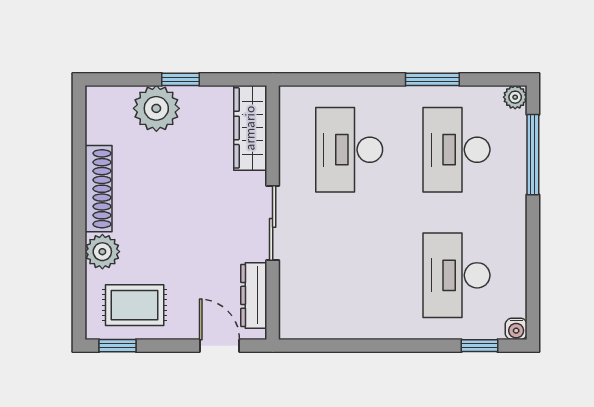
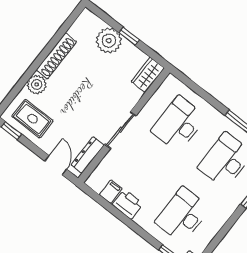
wardrobe: (250, 128) -> (148, 75), width x0.67
printer: (366, 321) -> (128, 204), added
filing cabinet: (328, 322) -> (111, 192), added

